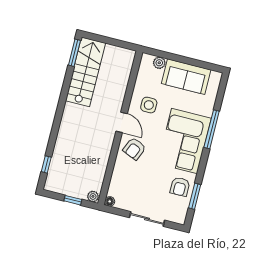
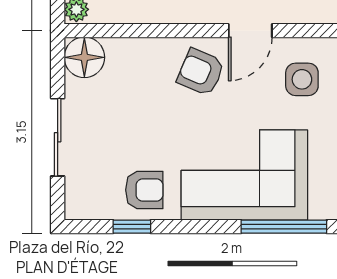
armchair: (180, 187) -> (144, 190), turned 180
window: (195, 196) -> (132, 227), width x0.67
floor lamp: (110, 201) -> (84, 57), width x1.89, depth x1.89

